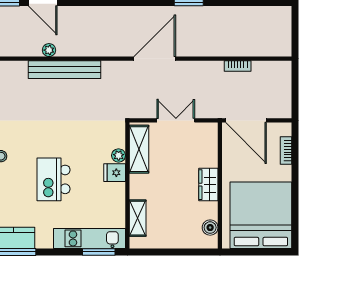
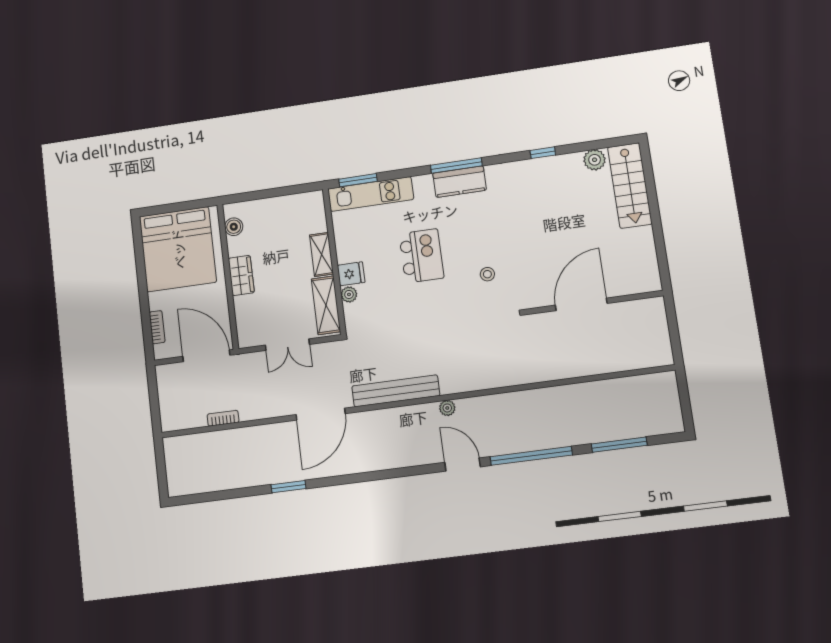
bench: (65, 70) -> (396, 391), moved
shelving: (138, 218) -> (321, 254), moved

